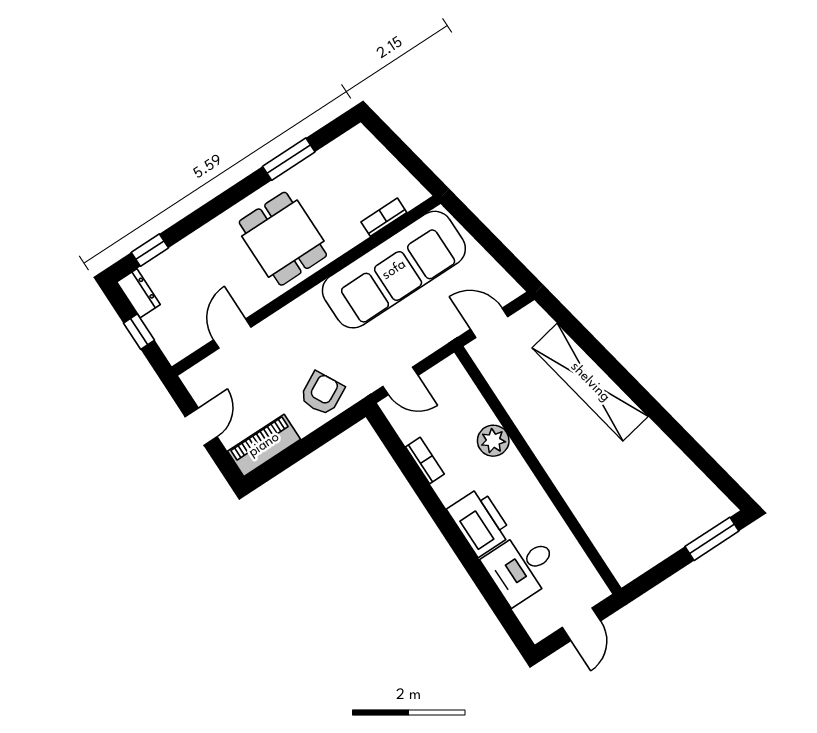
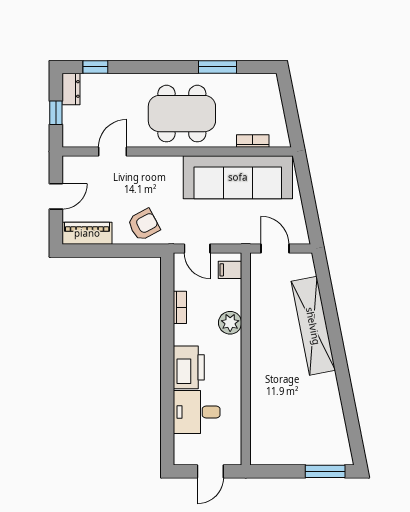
dining table: (283, 239) -> (182, 114), width x1.37
filing cabinet: (454, 381) -> (230, 270), added

